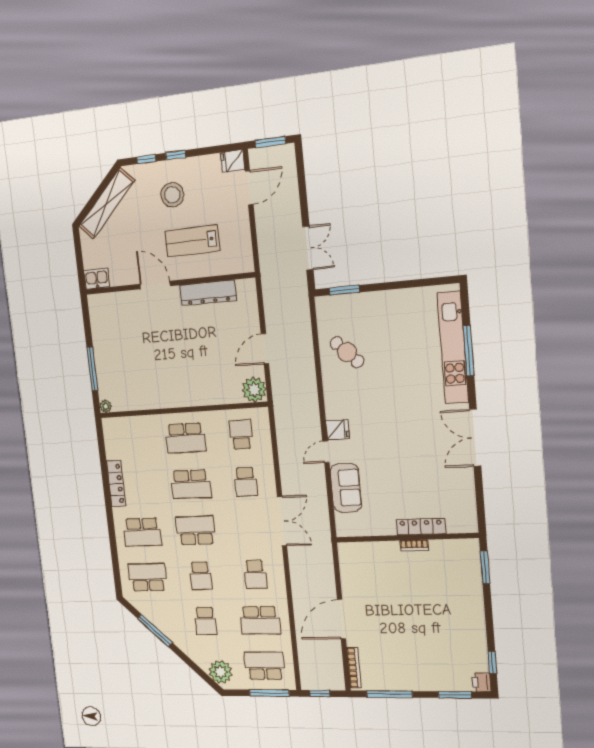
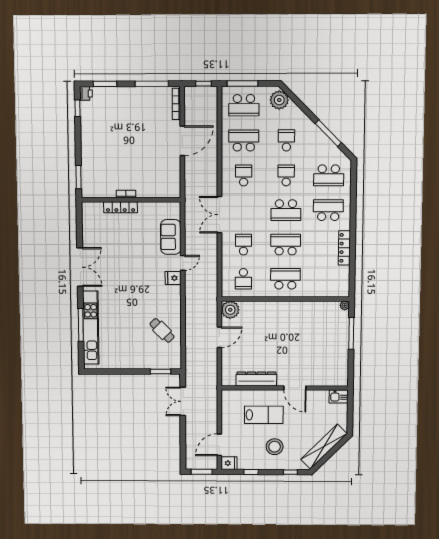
window: (176, 155) -> (251, 472), moved

